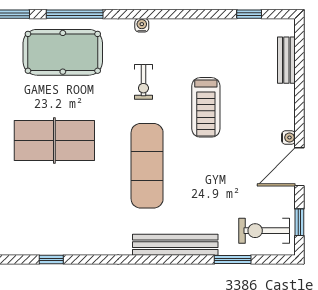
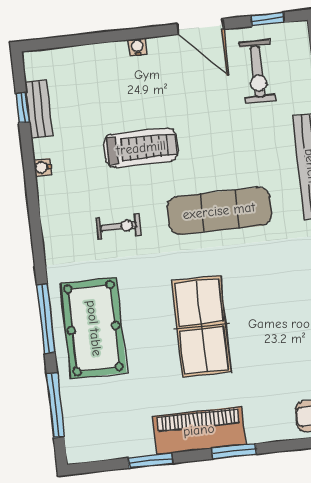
water cooler: (142, 25) -> (43, 167), moved
bench: (286, 60) -> (39, 109), moved, turned 90
water cooler: (288, 138) -> (137, 47), moved
exercise bike: (264, 231) -> (257, 71), moved

